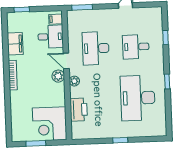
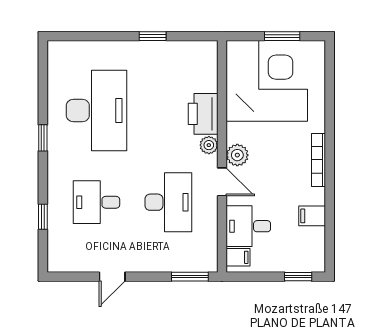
filing cabinet: (15, 44) -> (312, 216), width x0.50
desk: (136, 47) -> (96, 202), turned 180
printer: (79, 110) -> (203, 114), moved
corner desk: (50, 124) -> (267, 81), width x1.36, depth x1.36
window: (120, 140) -> (153, 36), moved

